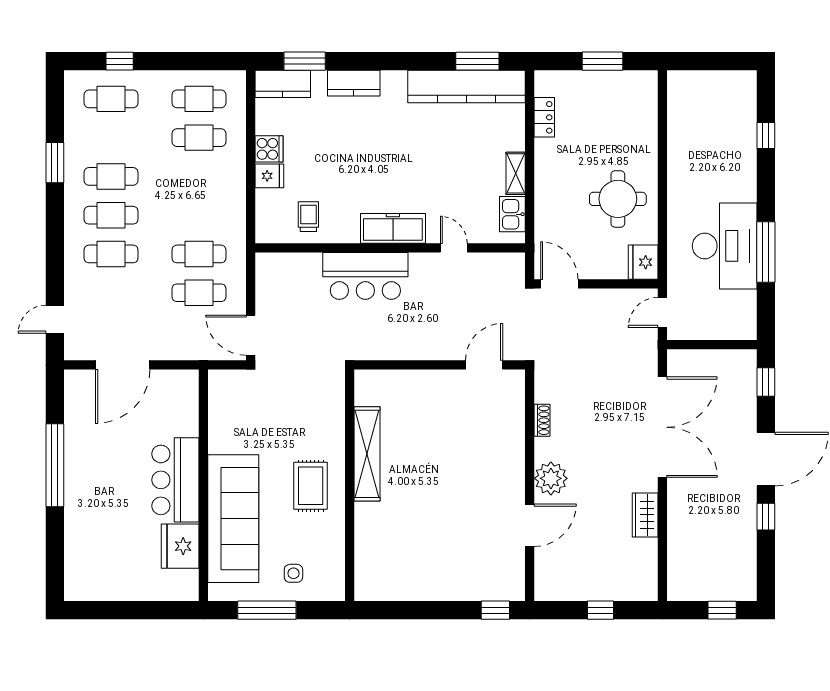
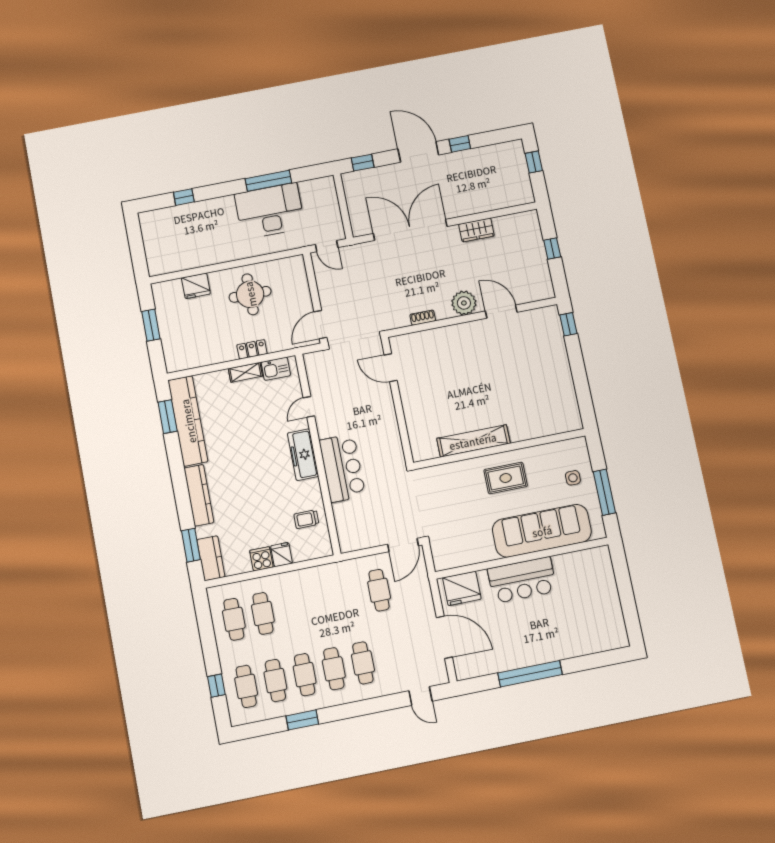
kitchen counter: (354, 83) -> (199, 495), width x1.50
locker: (544, 117) -> (252, 349), moved
cafe table: (199, 254) -> (275, 681), moved
fridge: (643, 262) -> (196, 286), moved
fridge: (180, 546) -> (462, 588), moved

